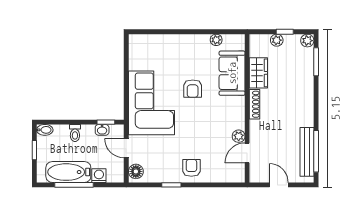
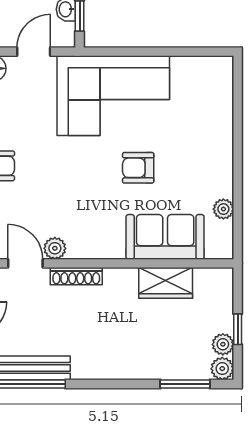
plant: (277, 40) -> (223, 344), moved
shoe rack: (255, 104) -> (76, 276), moved

